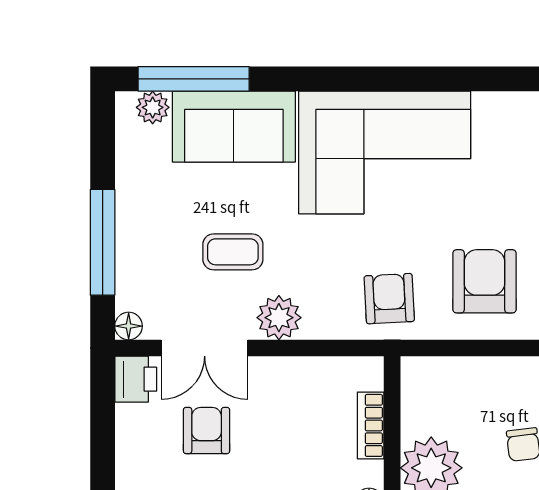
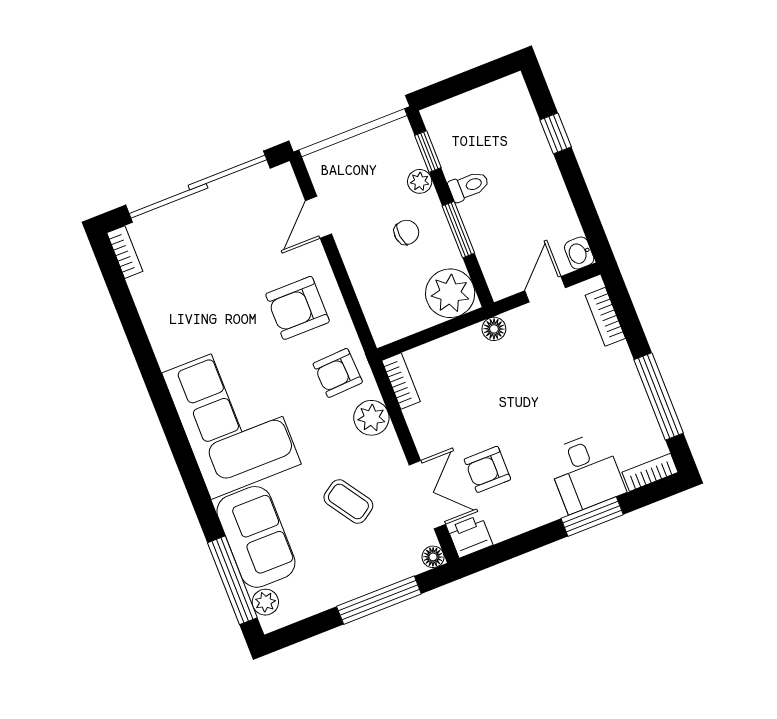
coffee table: (233, 252) -> (348, 501), turned -34
plant: (279, 318) -> (371, 418), moved
bookcase: (371, 425) -> (401, 381), moved, turned -90

